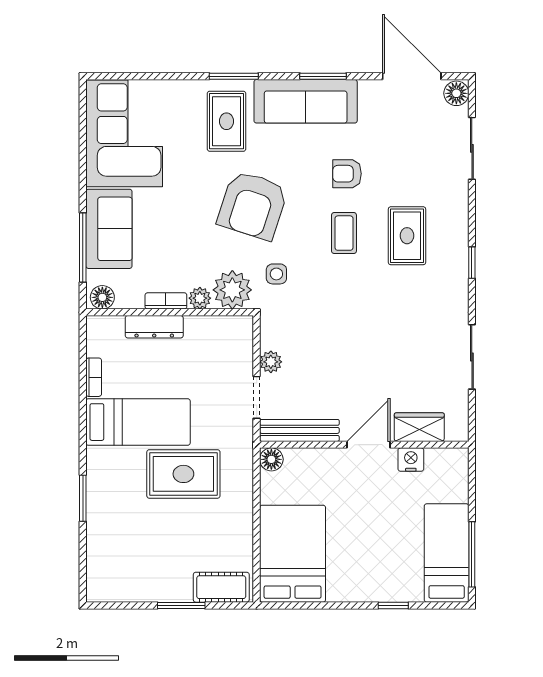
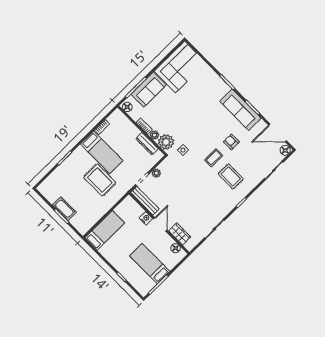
door: (412, 76) -> (277, 133), swing flipped
rug: (227, 121) -> (212, 93), removed
armchair: (253, 205) -> (196, 124), removed
rug: (407, 236) -> (231, 176), turned 90
dresser: (154, 327) -> (147, 144), moved
door: (369, 445) -> (160, 224), hinge flipped
floor lamp: (271, 459) -> (176, 248), moved
nightstand: (411, 460) -> (146, 218), moved
bed: (447, 553) -> (150, 264), moved, turned -90
bed: (293, 554) -> (105, 230), width x0.67
cot: (221, 587) -> (64, 209), moved

